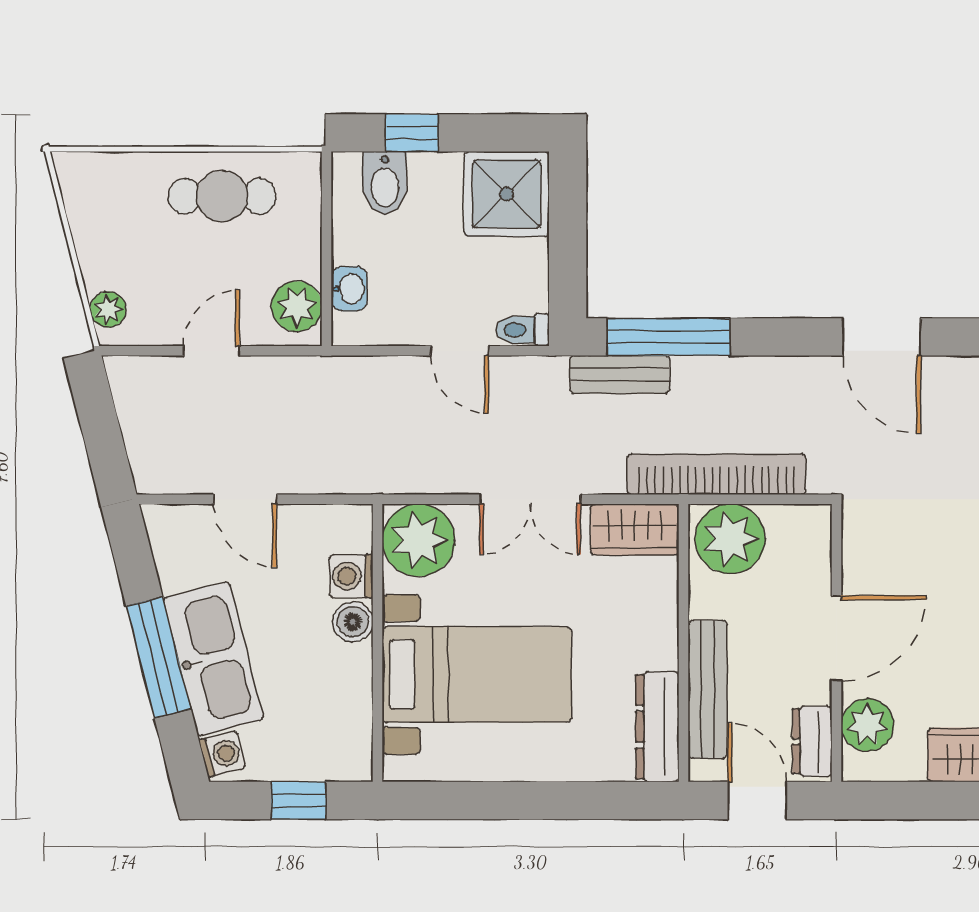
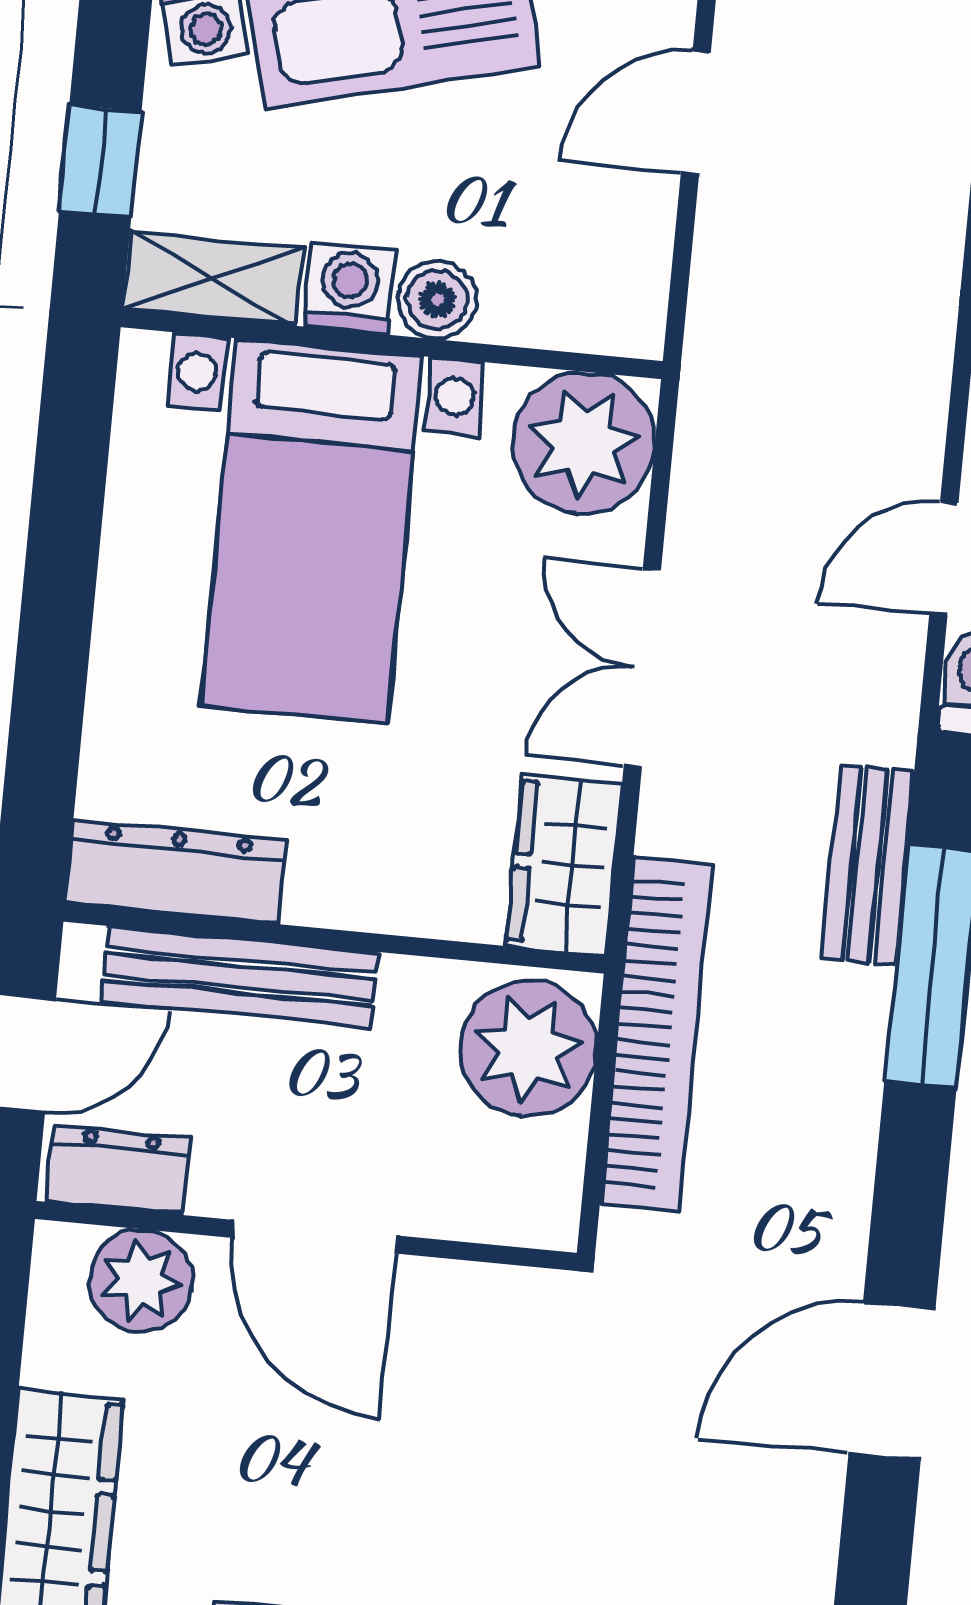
washing machine: (351, 576) -> (349, 288), moved
shelving: (353, 737) -> (213, 279), added

